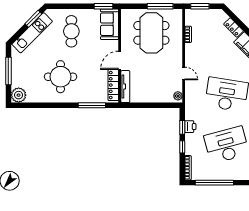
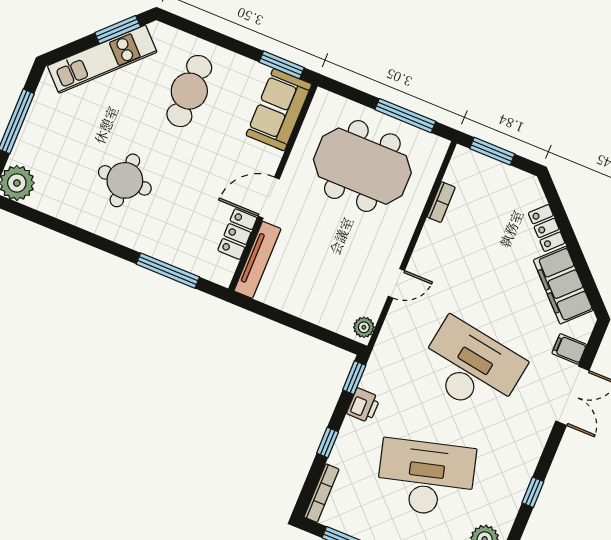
meeting table: (151, 33) -> (362, 166), turned 90
door: (184, 73) -> (396, 283), hinge flipped
round table: (60, 77) -> (125, 180), width x0.73, depth x0.73
locker: (113, 85) -> (237, 234), width x0.66
window: (182, 127) -> (354, 378), moved

